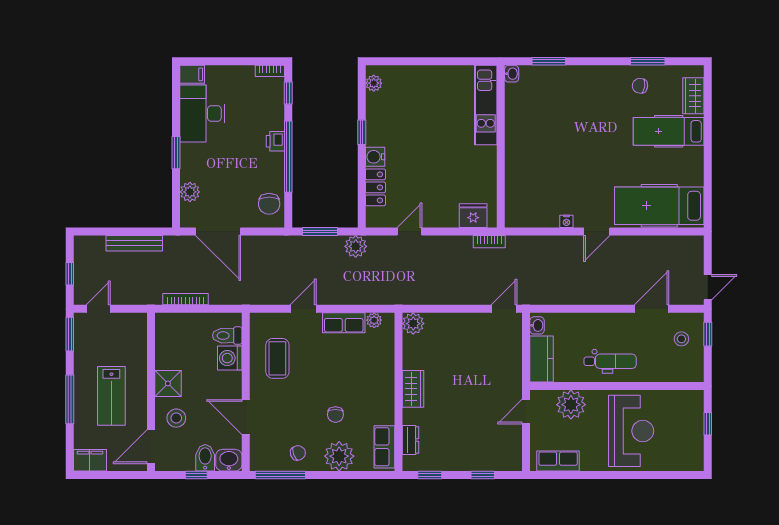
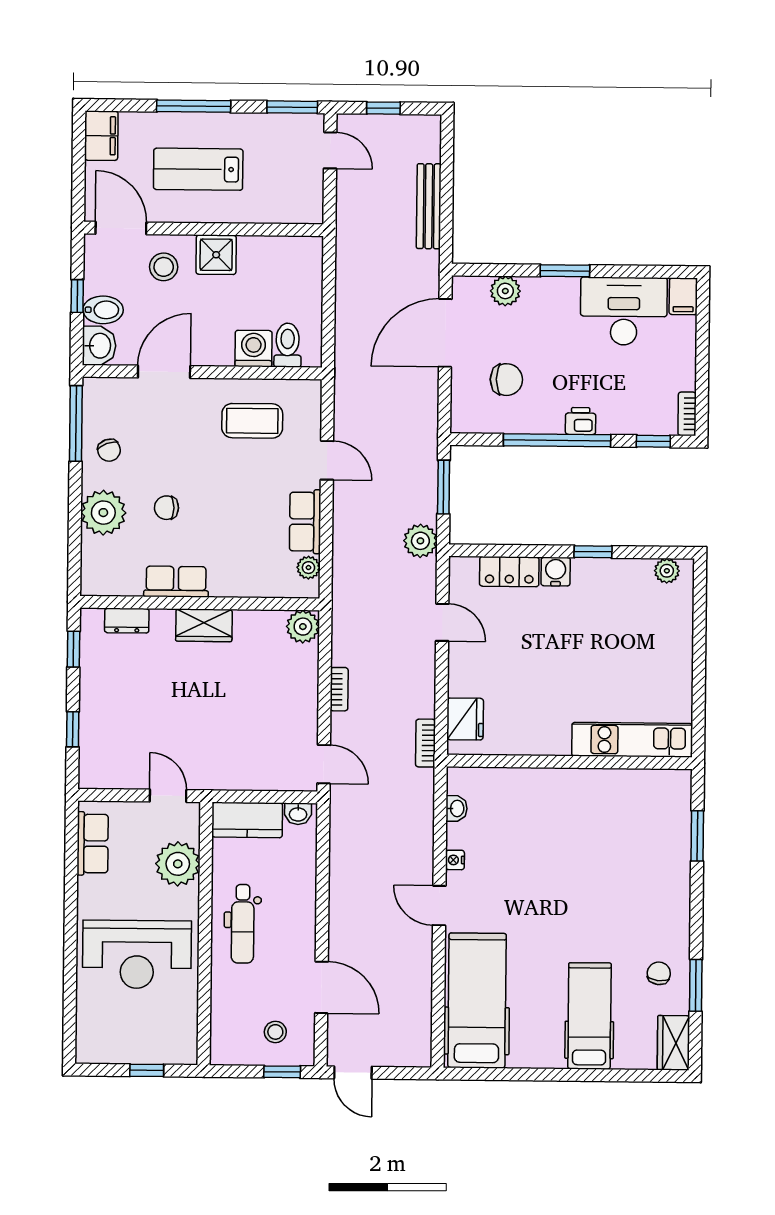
washbasin: (512, 74) -> (457, 809), moved, turned -90
wardrobe: (693, 96) -> (673, 1043), moved, turned -90
chair: (269, 204) -> (506, 380), moved, turned 180
bookcase: (185, 299) -> (339, 689), moved, width x0.64
row of seats: (384, 447) -> (176, 582), moved

